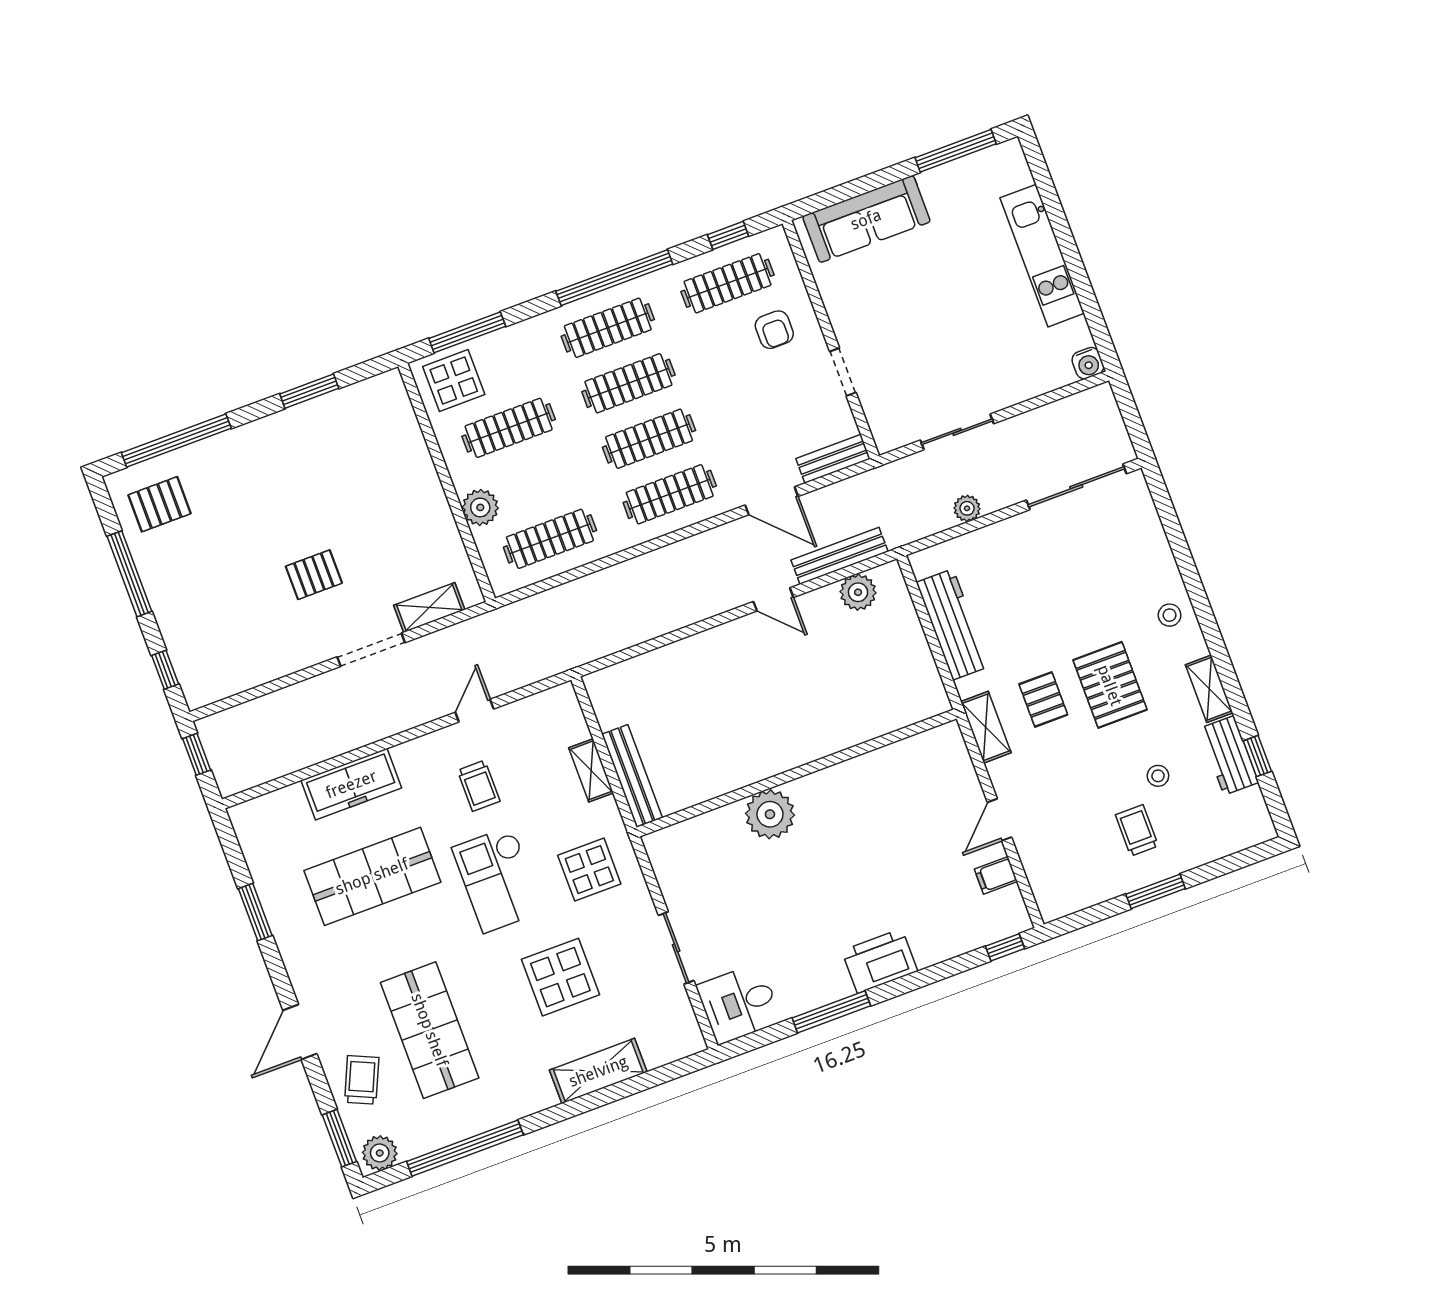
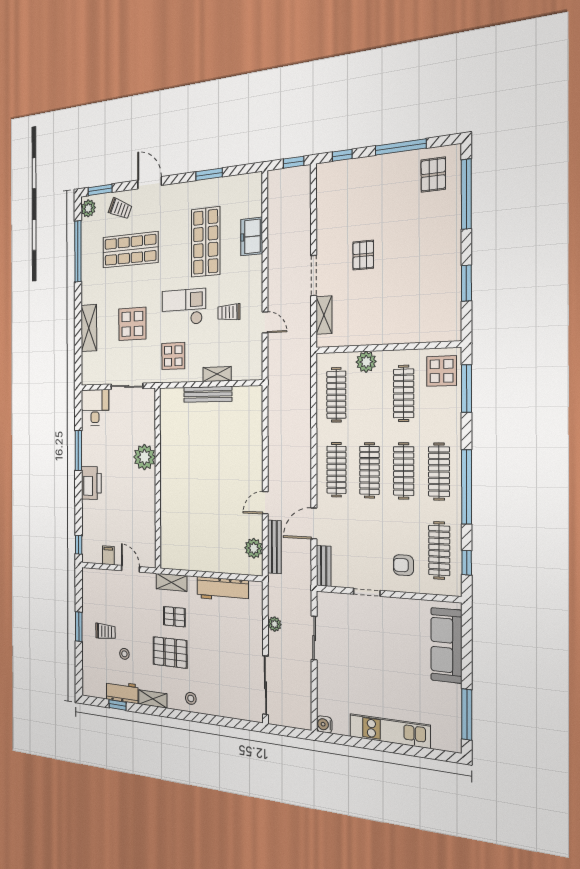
wall: (797, 773) -> (158, 478), moved
freezer: (351, 784) -> (252, 237), width x0.71
plant: (770, 814) -> (144, 457), moved

